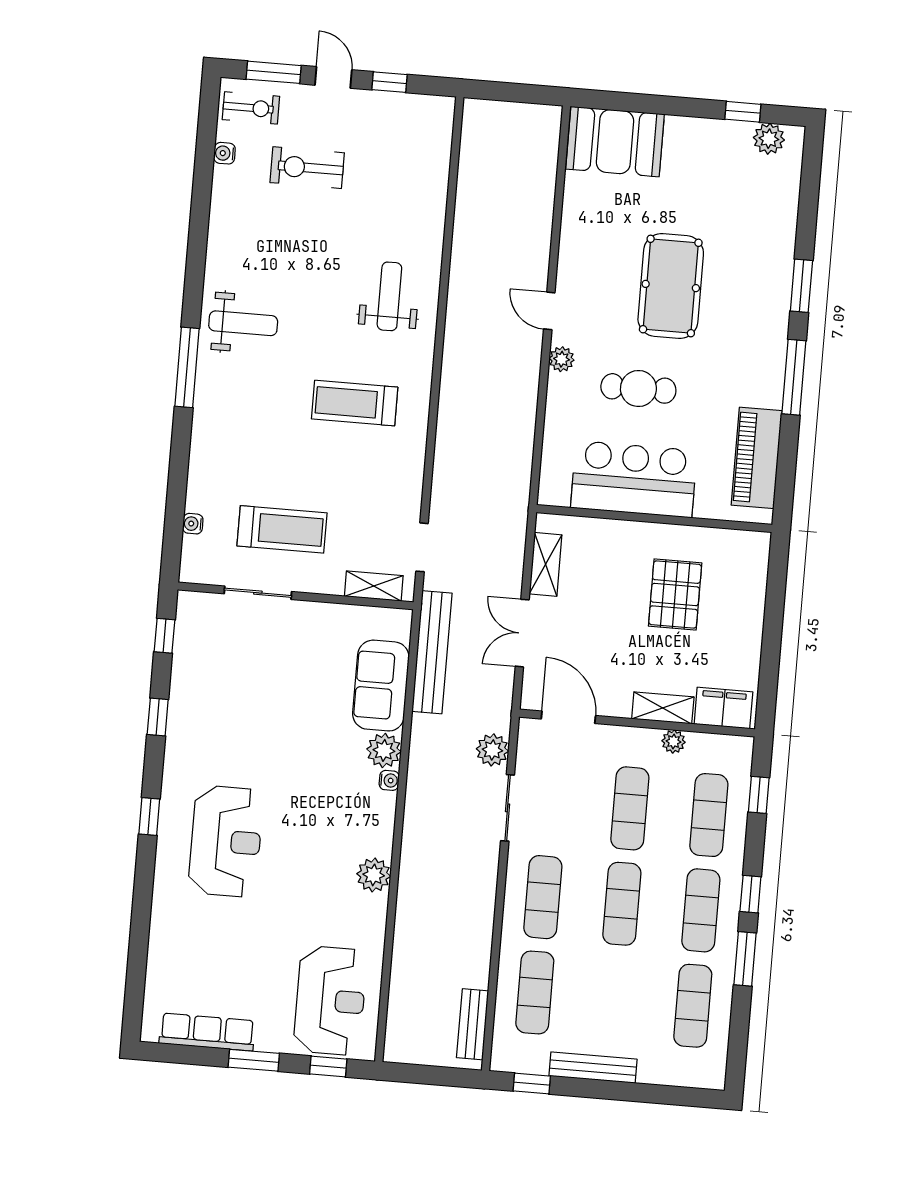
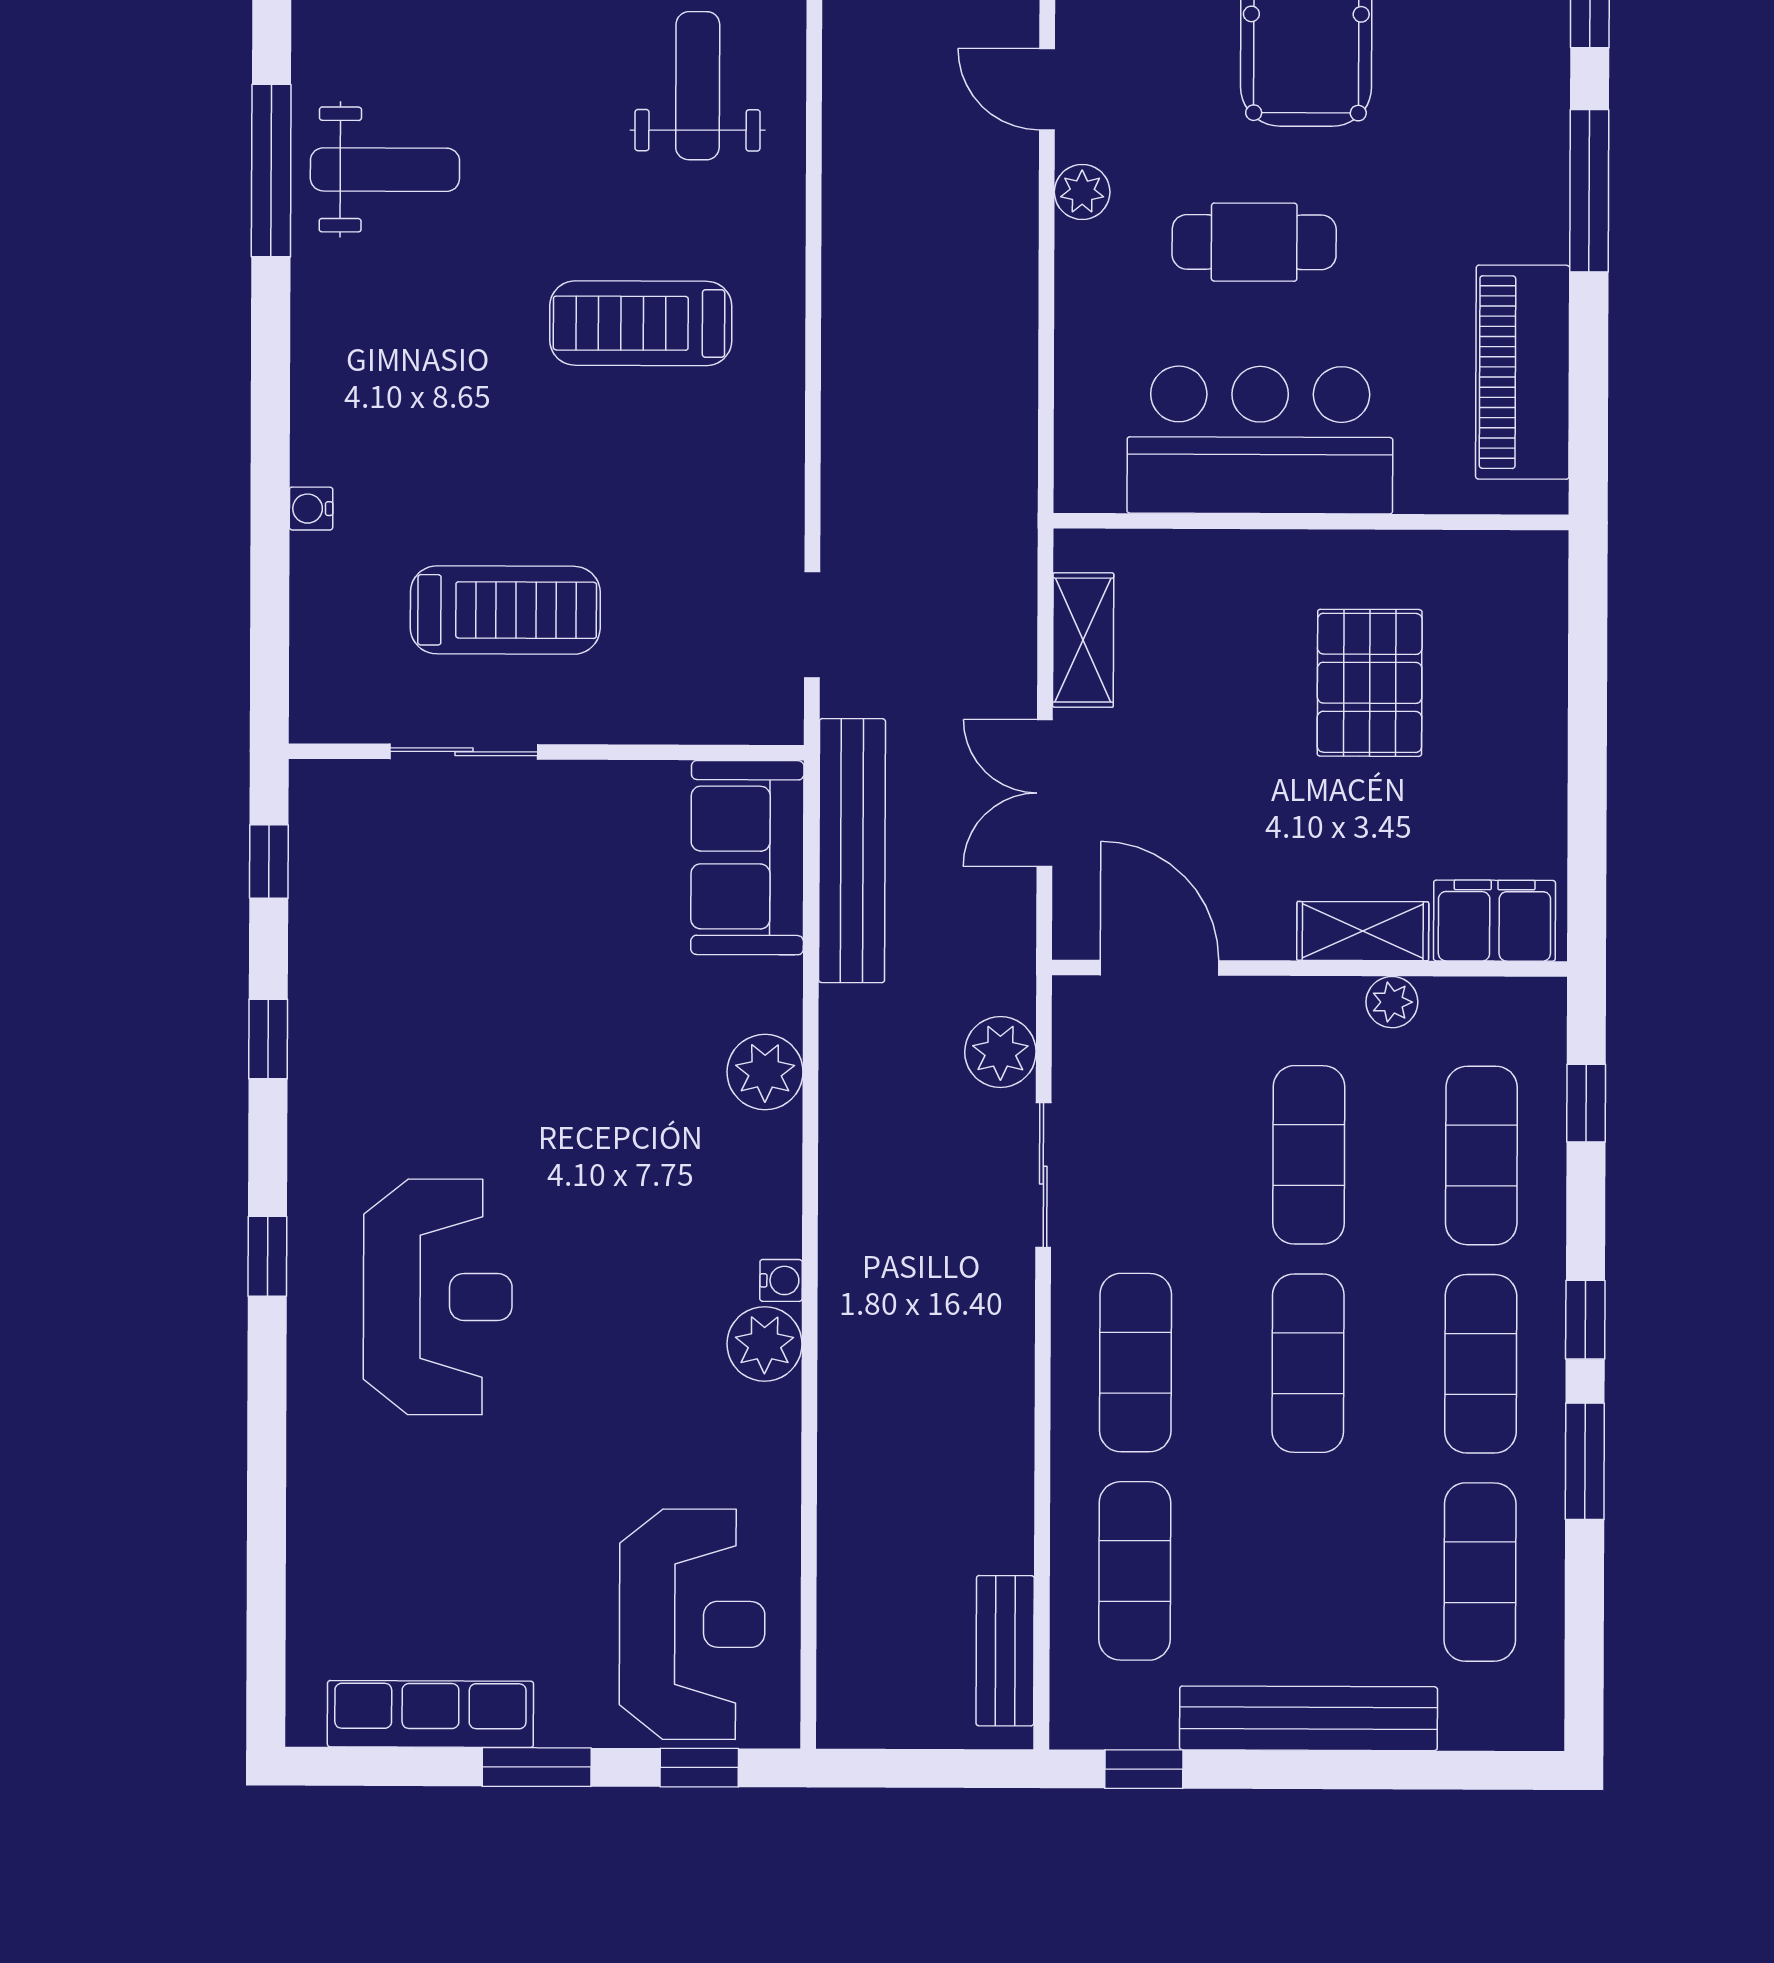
window: (187, 367) -> (271, 171), moved
water cooler: (193, 524) -> (311, 509), moved
shelving: (374, 586) -> (714, 717), removed
sofa: (381, 686) -> (747, 858), moved
water cooler: (389, 780) -> (781, 1280), moved
bench: (593, 1068) -> (1308, 1718), width x1.37, depth x1.21

